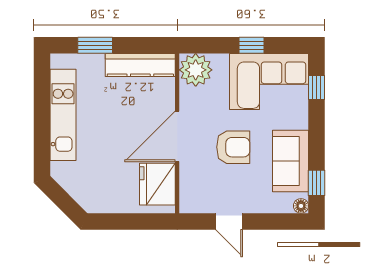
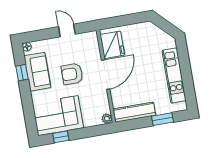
window: (251, 45) -> (61, 137), moved
plant: (196, 70) -> (107, 119), width x0.53, depth x0.53
window: (317, 87) -> (30, 117), removed
window: (317, 183) -> (22, 73), moved

